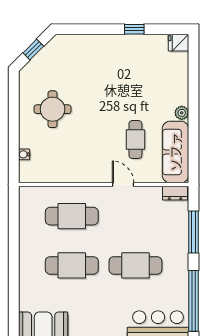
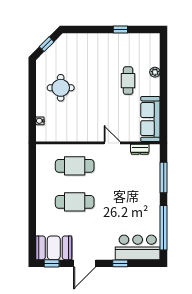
fridge: (178, 43) -> (153, 39), removed
plant: (182, 113) -> (155, 72), moved
cafe table: (135, 139) -> (128, 81), moved
dresser: (175, 193) -> (140, 149), moved
cafe table: (135, 265) -> (121, 202), removed

